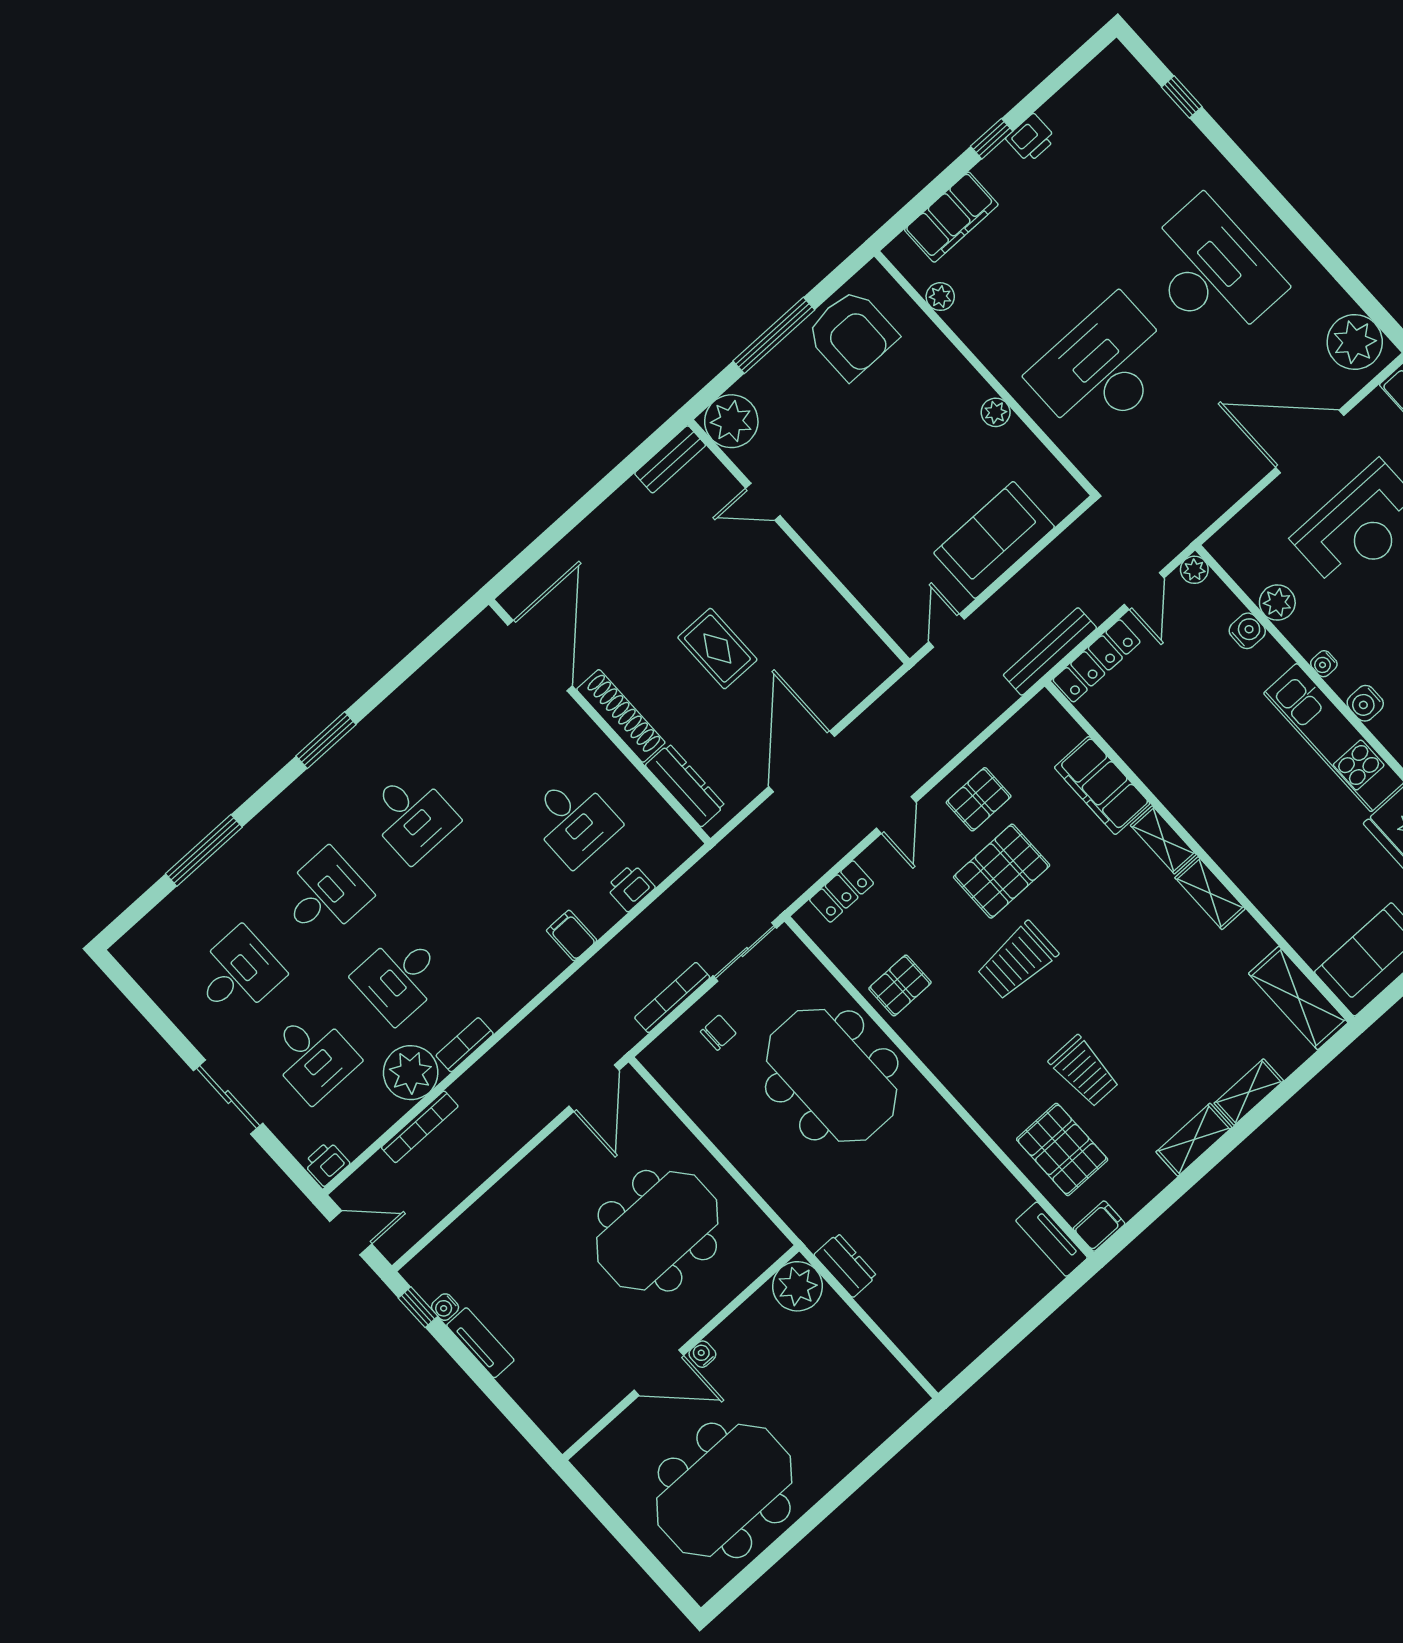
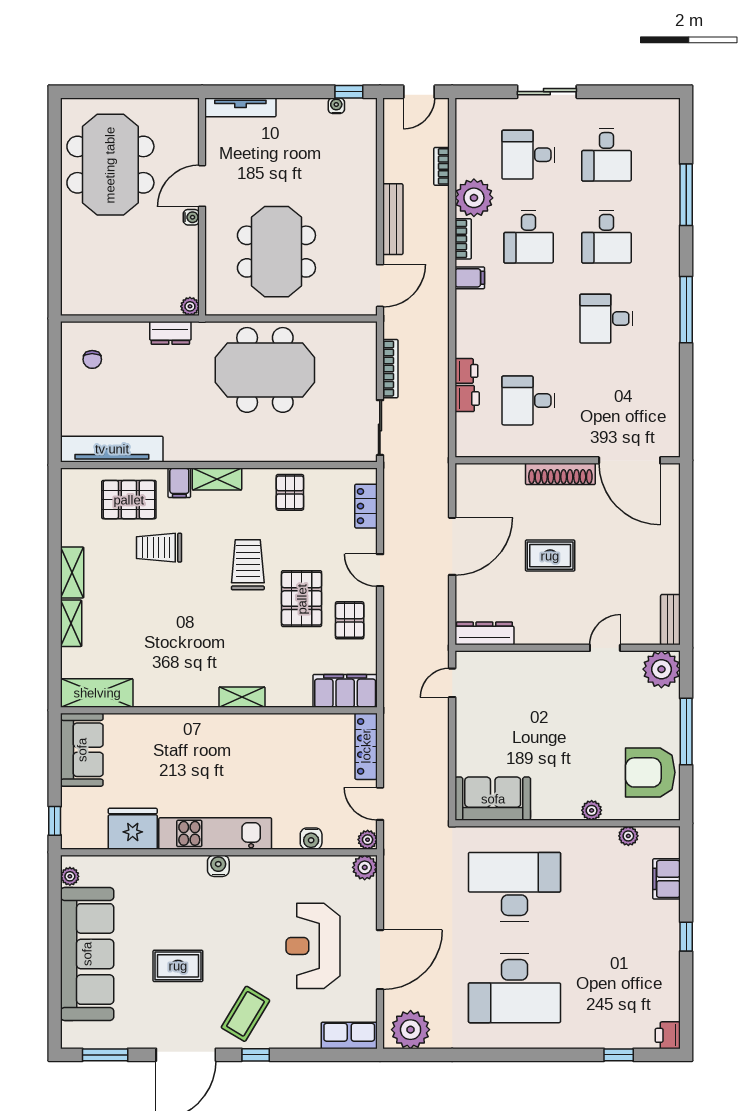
printer: (1031, 138) -> (668, 1035), moved
filing cabinet: (951, 217) -> (666, 879), width x0.67, depth x0.86
desk: (1103, 369) -> (514, 887), turned -90
plant: (996, 412) -> (592, 810), moved
sofa: (994, 540) -> (493, 799), moved, turned -90
plant: (1277, 602) -> (365, 867), moved
door: (947, 631) -> (452, 683), swing flipped
bench: (1050, 651) -> (393, 219), moved
water cooler: (1324, 664) -> (258, 863), removed
window: (326, 740) -> (686, 310), width x1.44
door: (802, 761) -> (452, 546), hinge flipped
dresser: (685, 785) -> (484, 633), moved, turned 180
filing cabinet: (1102, 785) -> (345, 691), moved
shelving: (1210, 893) -> (217, 479), moved
filing cabinet: (572, 935) -> (470, 278), moved
desk: (400, 977) -> (529, 237), turned 180
chair: (718, 1033) -> (92, 359), moved
meeting table: (832, 1075) -> (265, 370), moved
door: (594, 1088) -> (380, 286), swing flipped
bookcase: (420, 1127) -> (442, 166), width x0.64
printer: (327, 1163) -> (466, 371), moved
filing cabinet: (1099, 1226) -> (179, 483), moved
tv unit: (1052, 1239) -> (112, 449), width x1.92, depth x1.29
plant: (798, 1286) -> (190, 306), width x0.53, depth x0.53
tv unit: (480, 1343) -> (240, 107), moved, width x1.41

